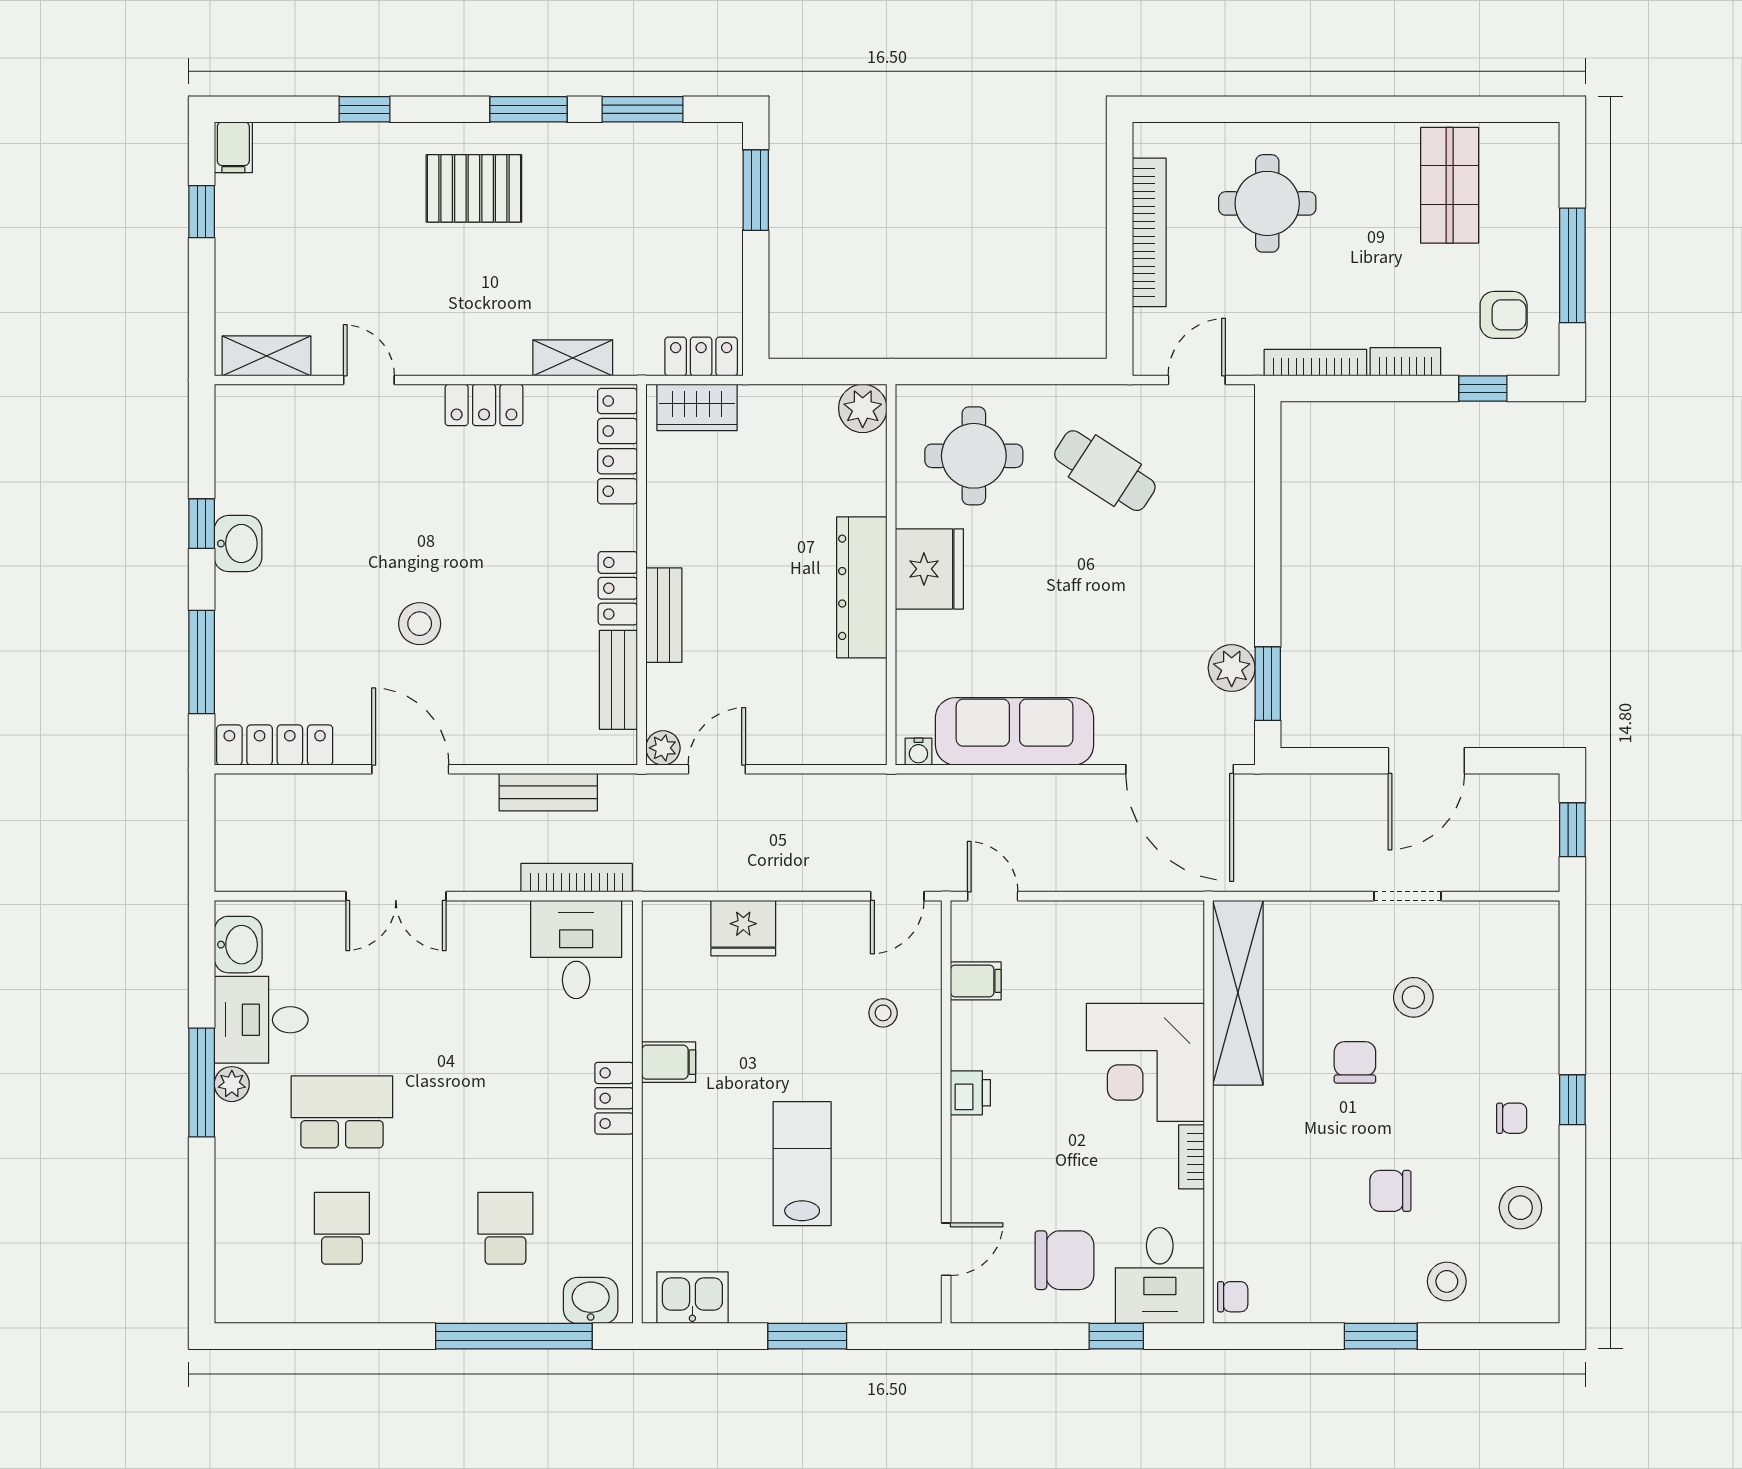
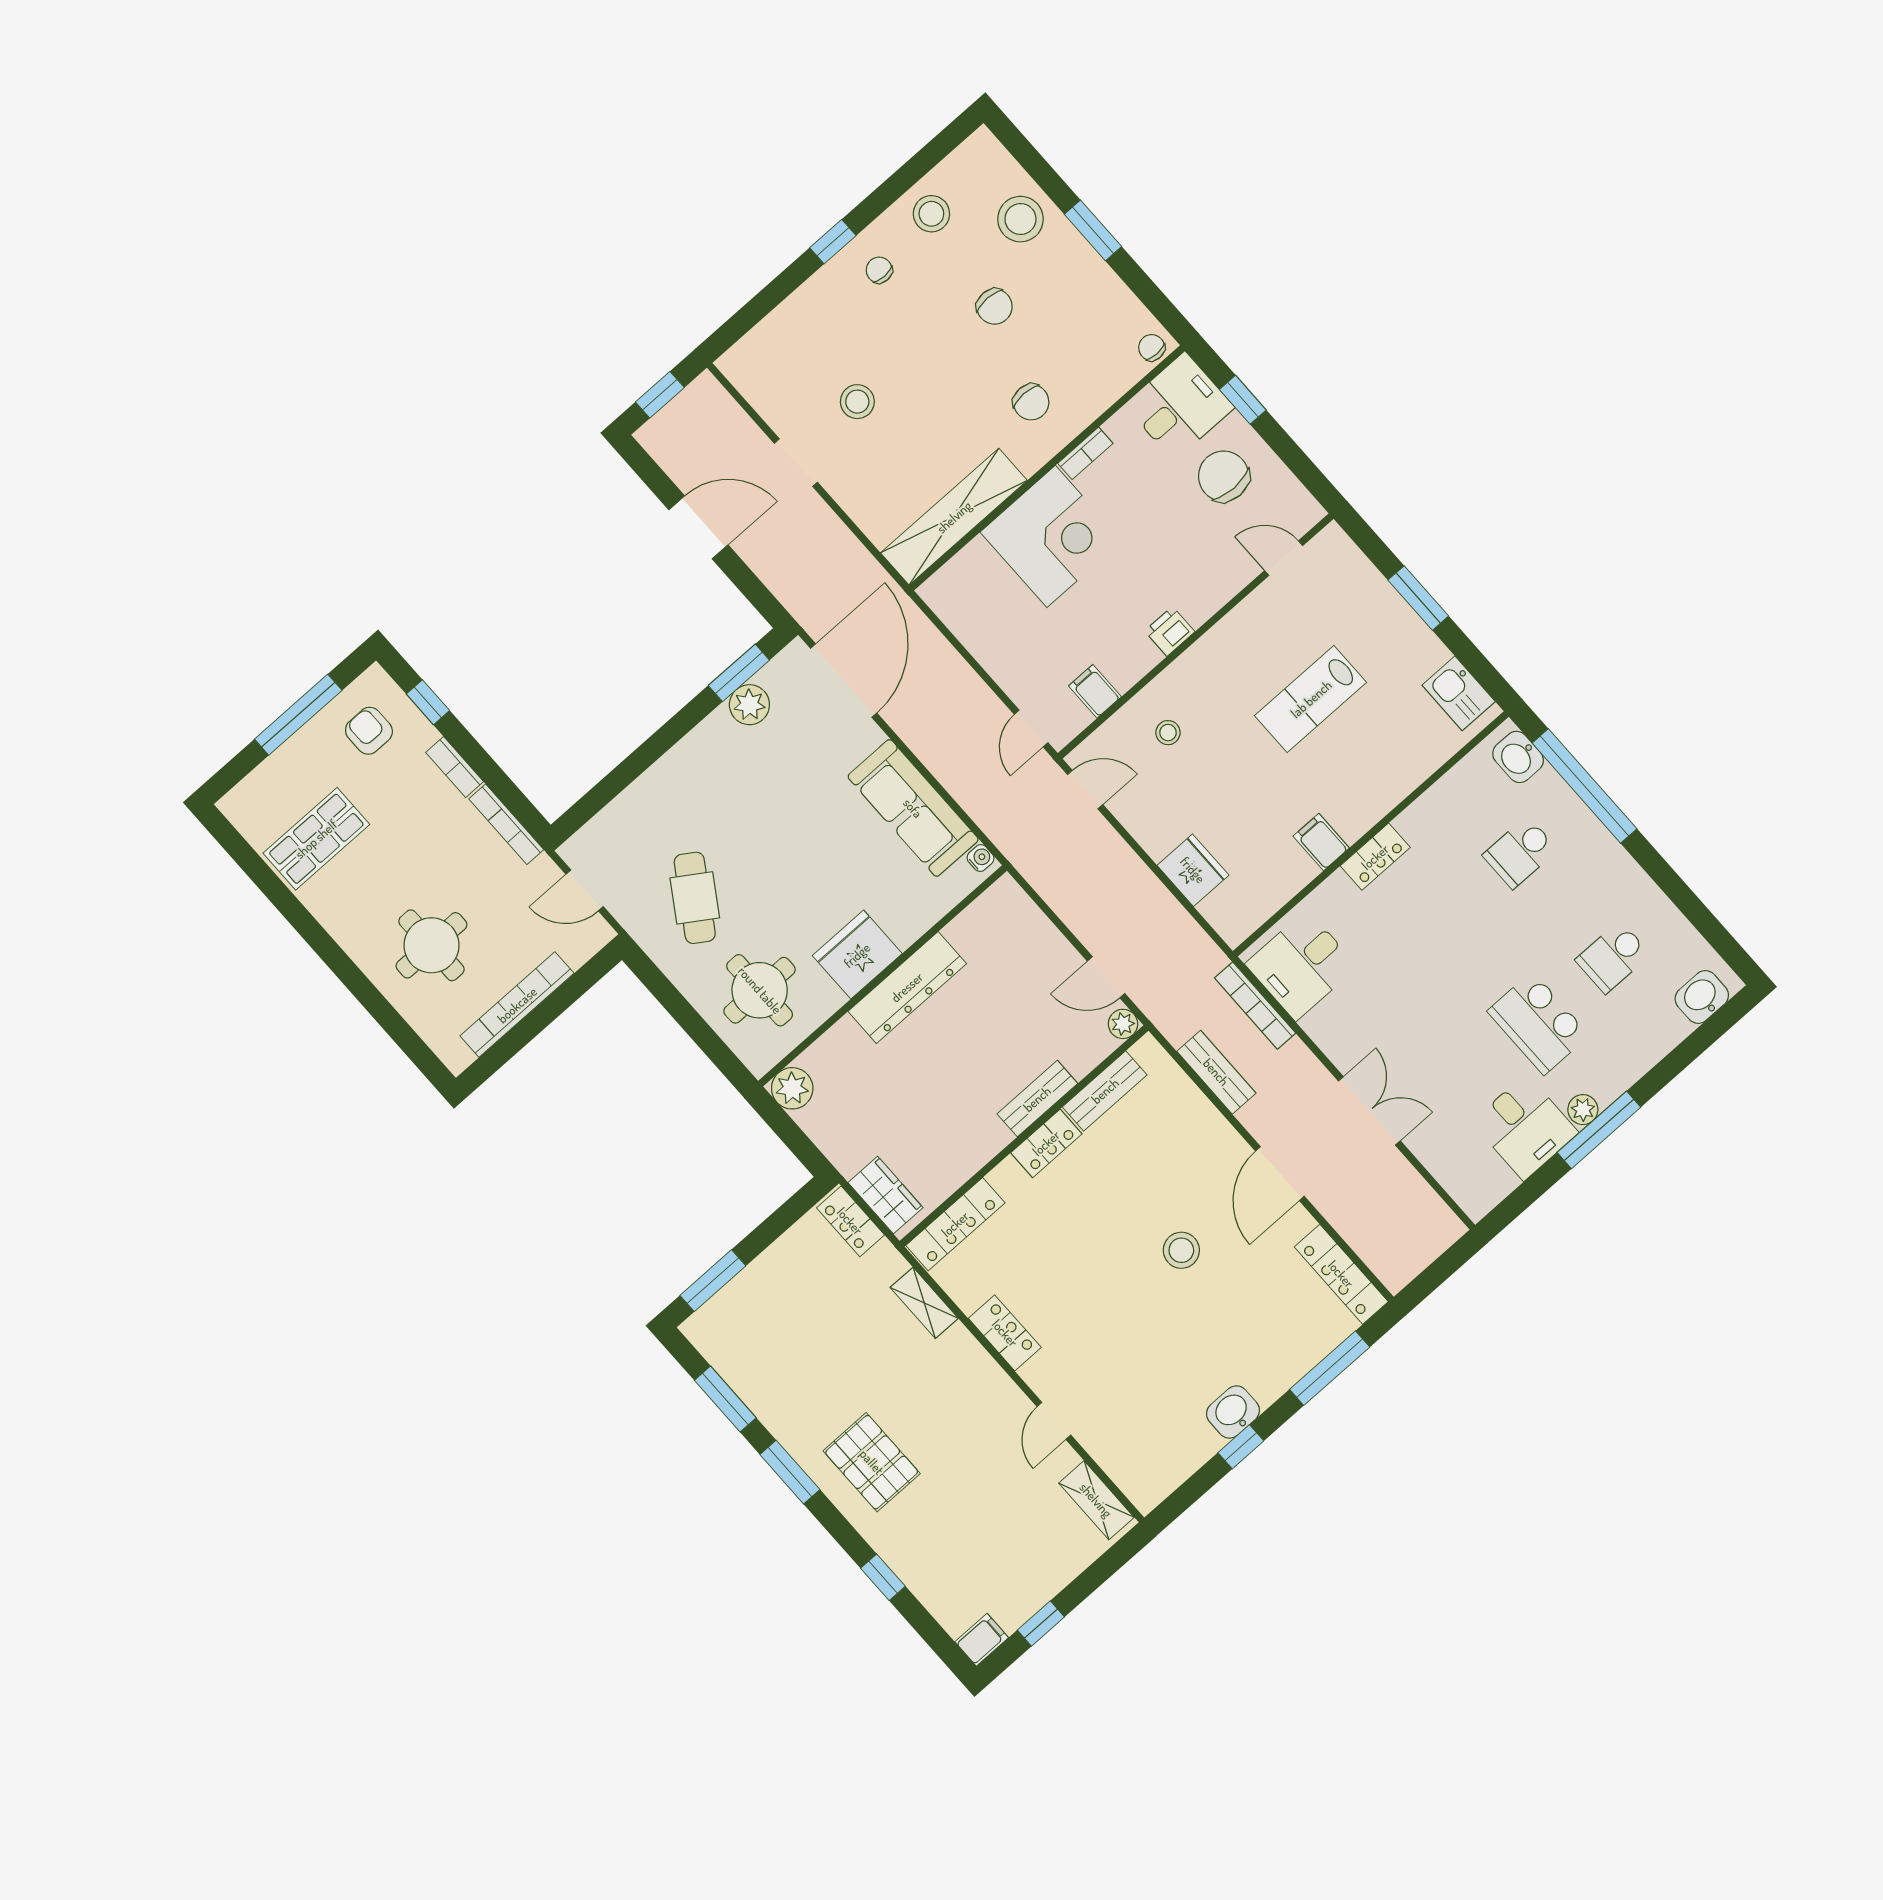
washbasin: (238, 945) -> (1702, 997), moved
chair: (1355, 1062) -> (1031, 402), moved, turned -90
stool: (1447, 1281) -> (1020, 219), width x1.38, depth x1.38

